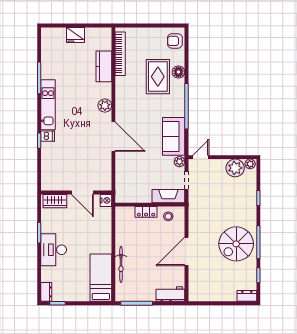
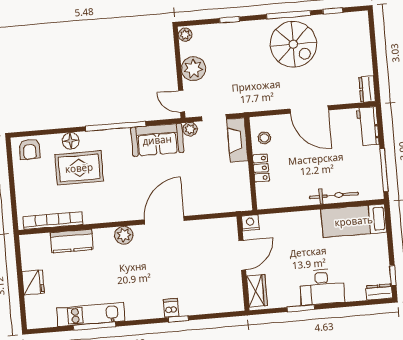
kitchen unit: (48, 105) -> (91, 314), moved
plant: (235, 168) -> (193, 69), moved
dresser: (247, 296) -> (367, 89), moved

